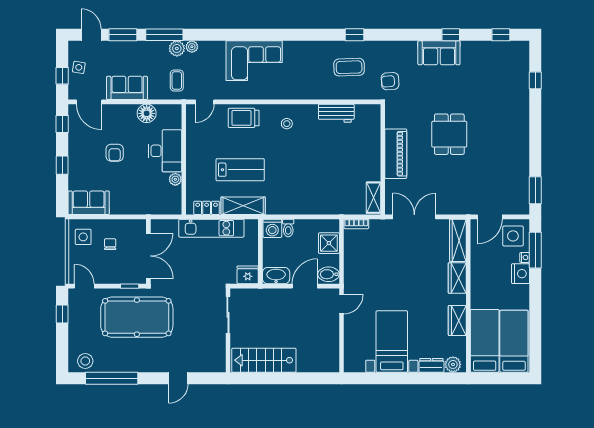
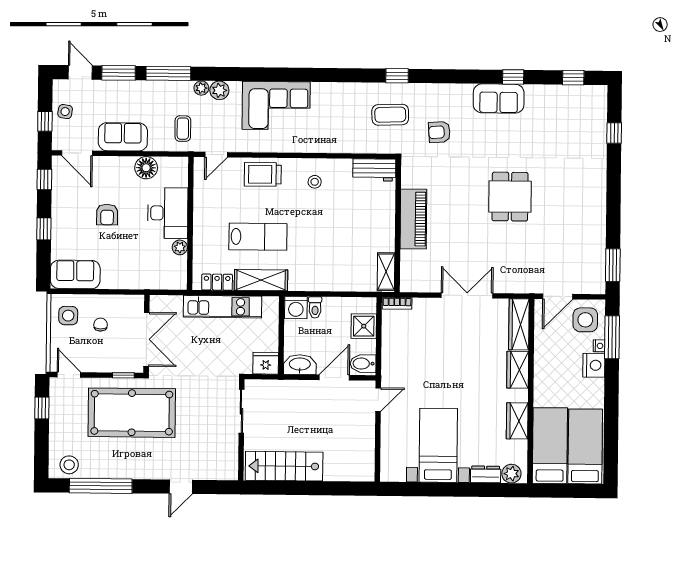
plant: (177, 48) -> (219, 90), moved
piano: (396, 154) -> (413, 219), moved
wall: (383, 159) -> (398, 226), moved
shelving: (373, 198) -> (386, 272), moved

